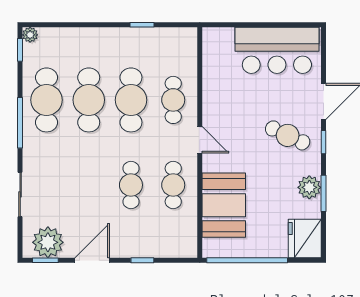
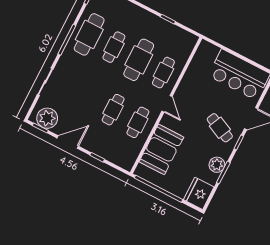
cafe table: (89, 100) -> (114, 47), width x0.73, depth x0.74

